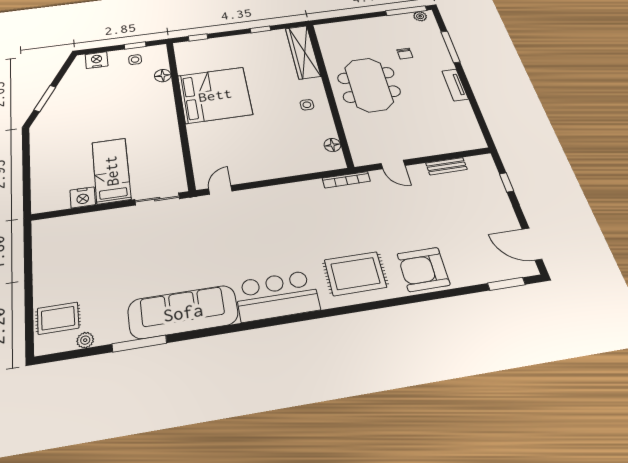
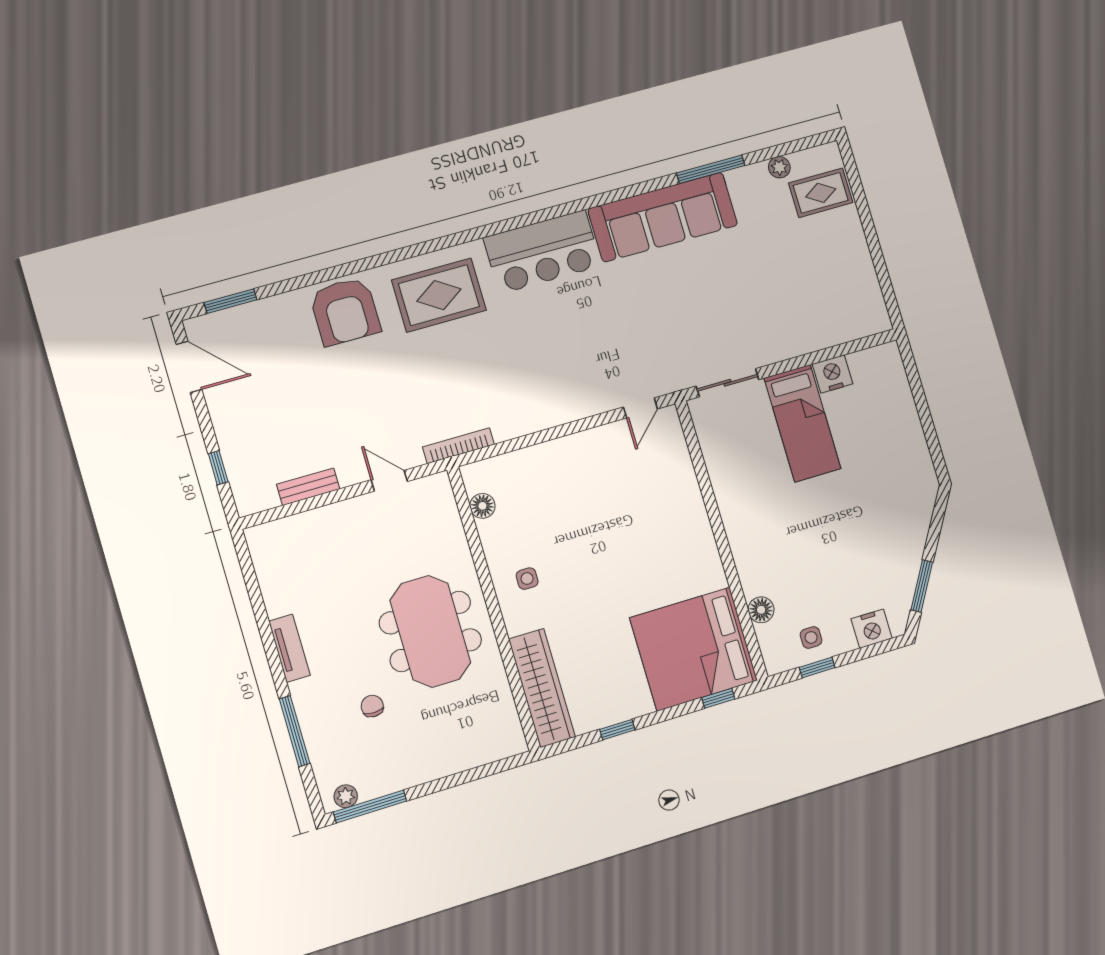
bed: (215, 95) -> (694, 649), moved
window: (45, 98) -> (922, 586), moved
armchair: (423, 269) -> (345, 311), turned 90

